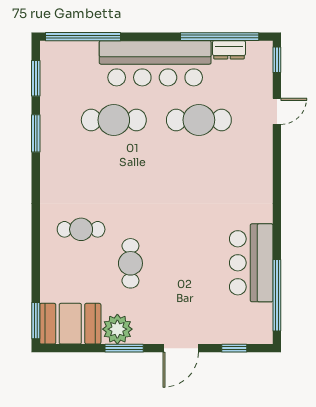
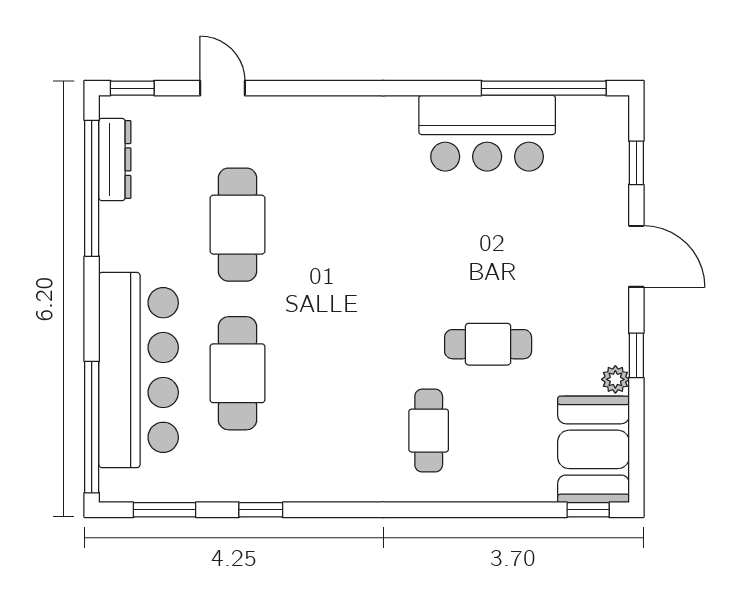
dresser: (229, 50) -> (115, 159), width x1.44
bar counter: (155, 63) -> (138, 370), moved
window: (36, 133) -> (261, 510), width x0.67
window: (36, 321) -> (588, 510), width x0.67
plant: (117, 329) -> (615, 379), width x0.53, depth x0.53
window: (124, 348) -> (636, 355), width x0.67

